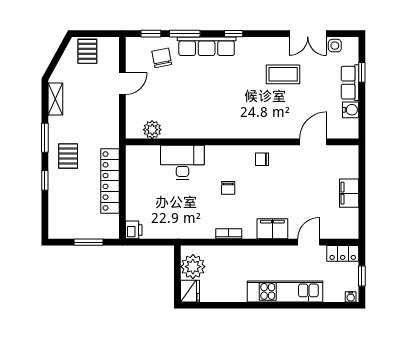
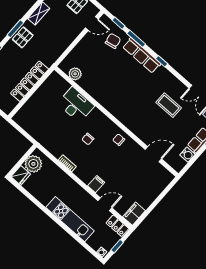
door: (122, 84) -> (92, 24), moved
pallet: (68, 156) -> (23, 37), moved
filing cabinet: (349, 193) -> (134, 214), moved
filing cabinet: (272, 229) -> (96, 184), width x0.50
printer: (134, 230) -> (19, 118), removed

